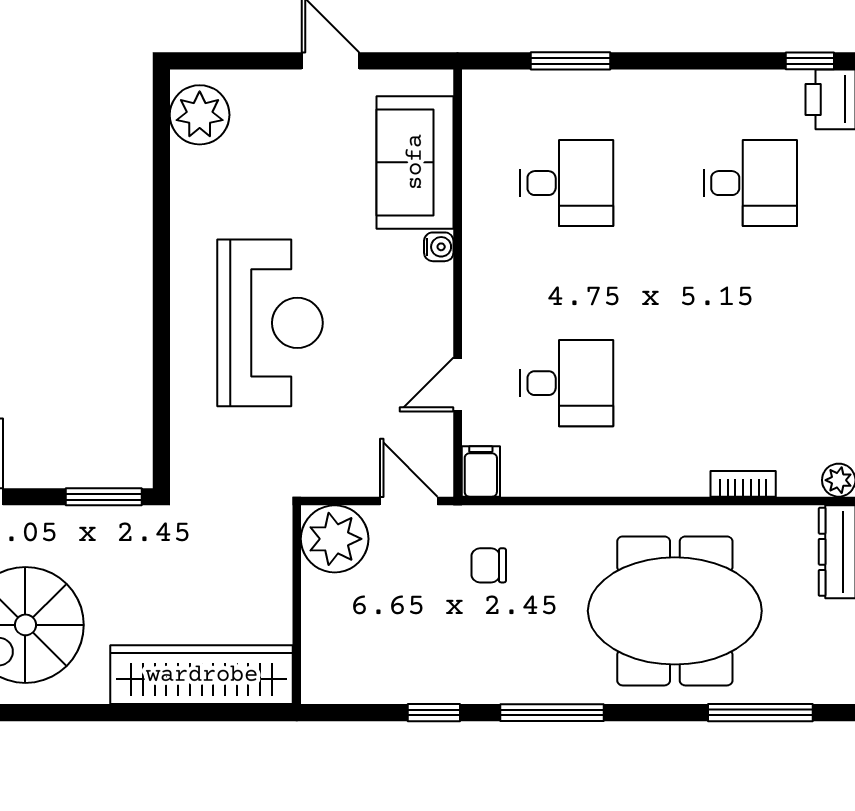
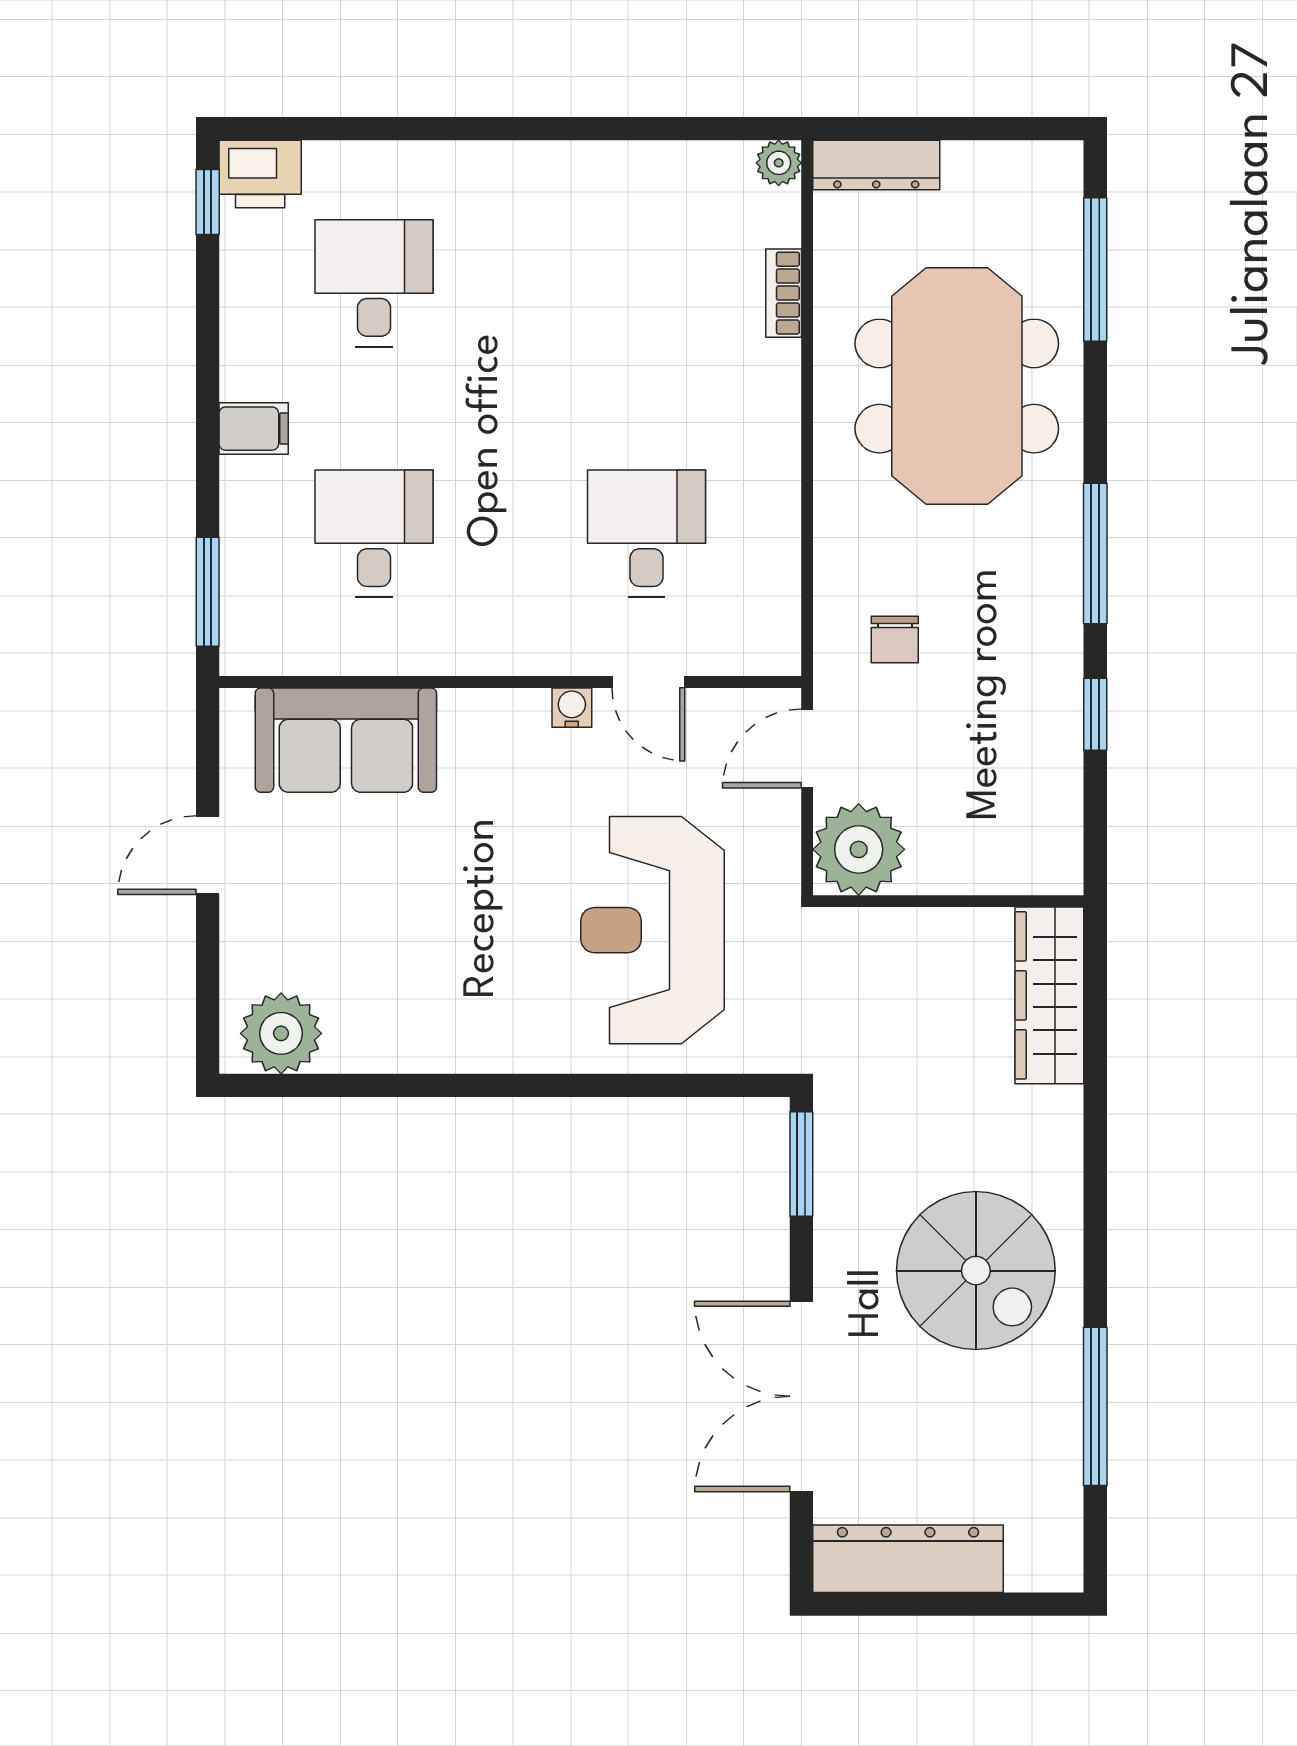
window: (570, 61) -> (208, 592), moved
water cooler: (439, 247) -> (572, 708), moved
reception desk: (270, 323) -> (653, 930), moved, turned -90
filing cabinet: (481, 471) -> (254, 429), moved, turned 180
wardrobe: (202, 675) -> (1049, 995), width x0.71, depth x0.85

